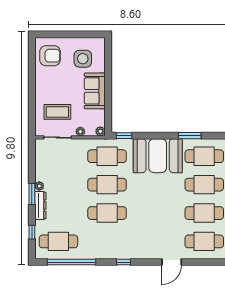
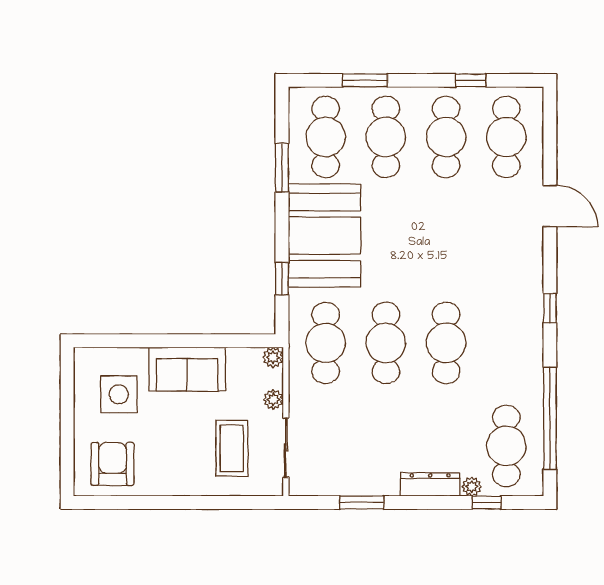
window: (124, 136) -> (282, 279), moved
plant: (39, 186) -> (472, 487), moved
window: (32, 194) -> (362, 502), moved

